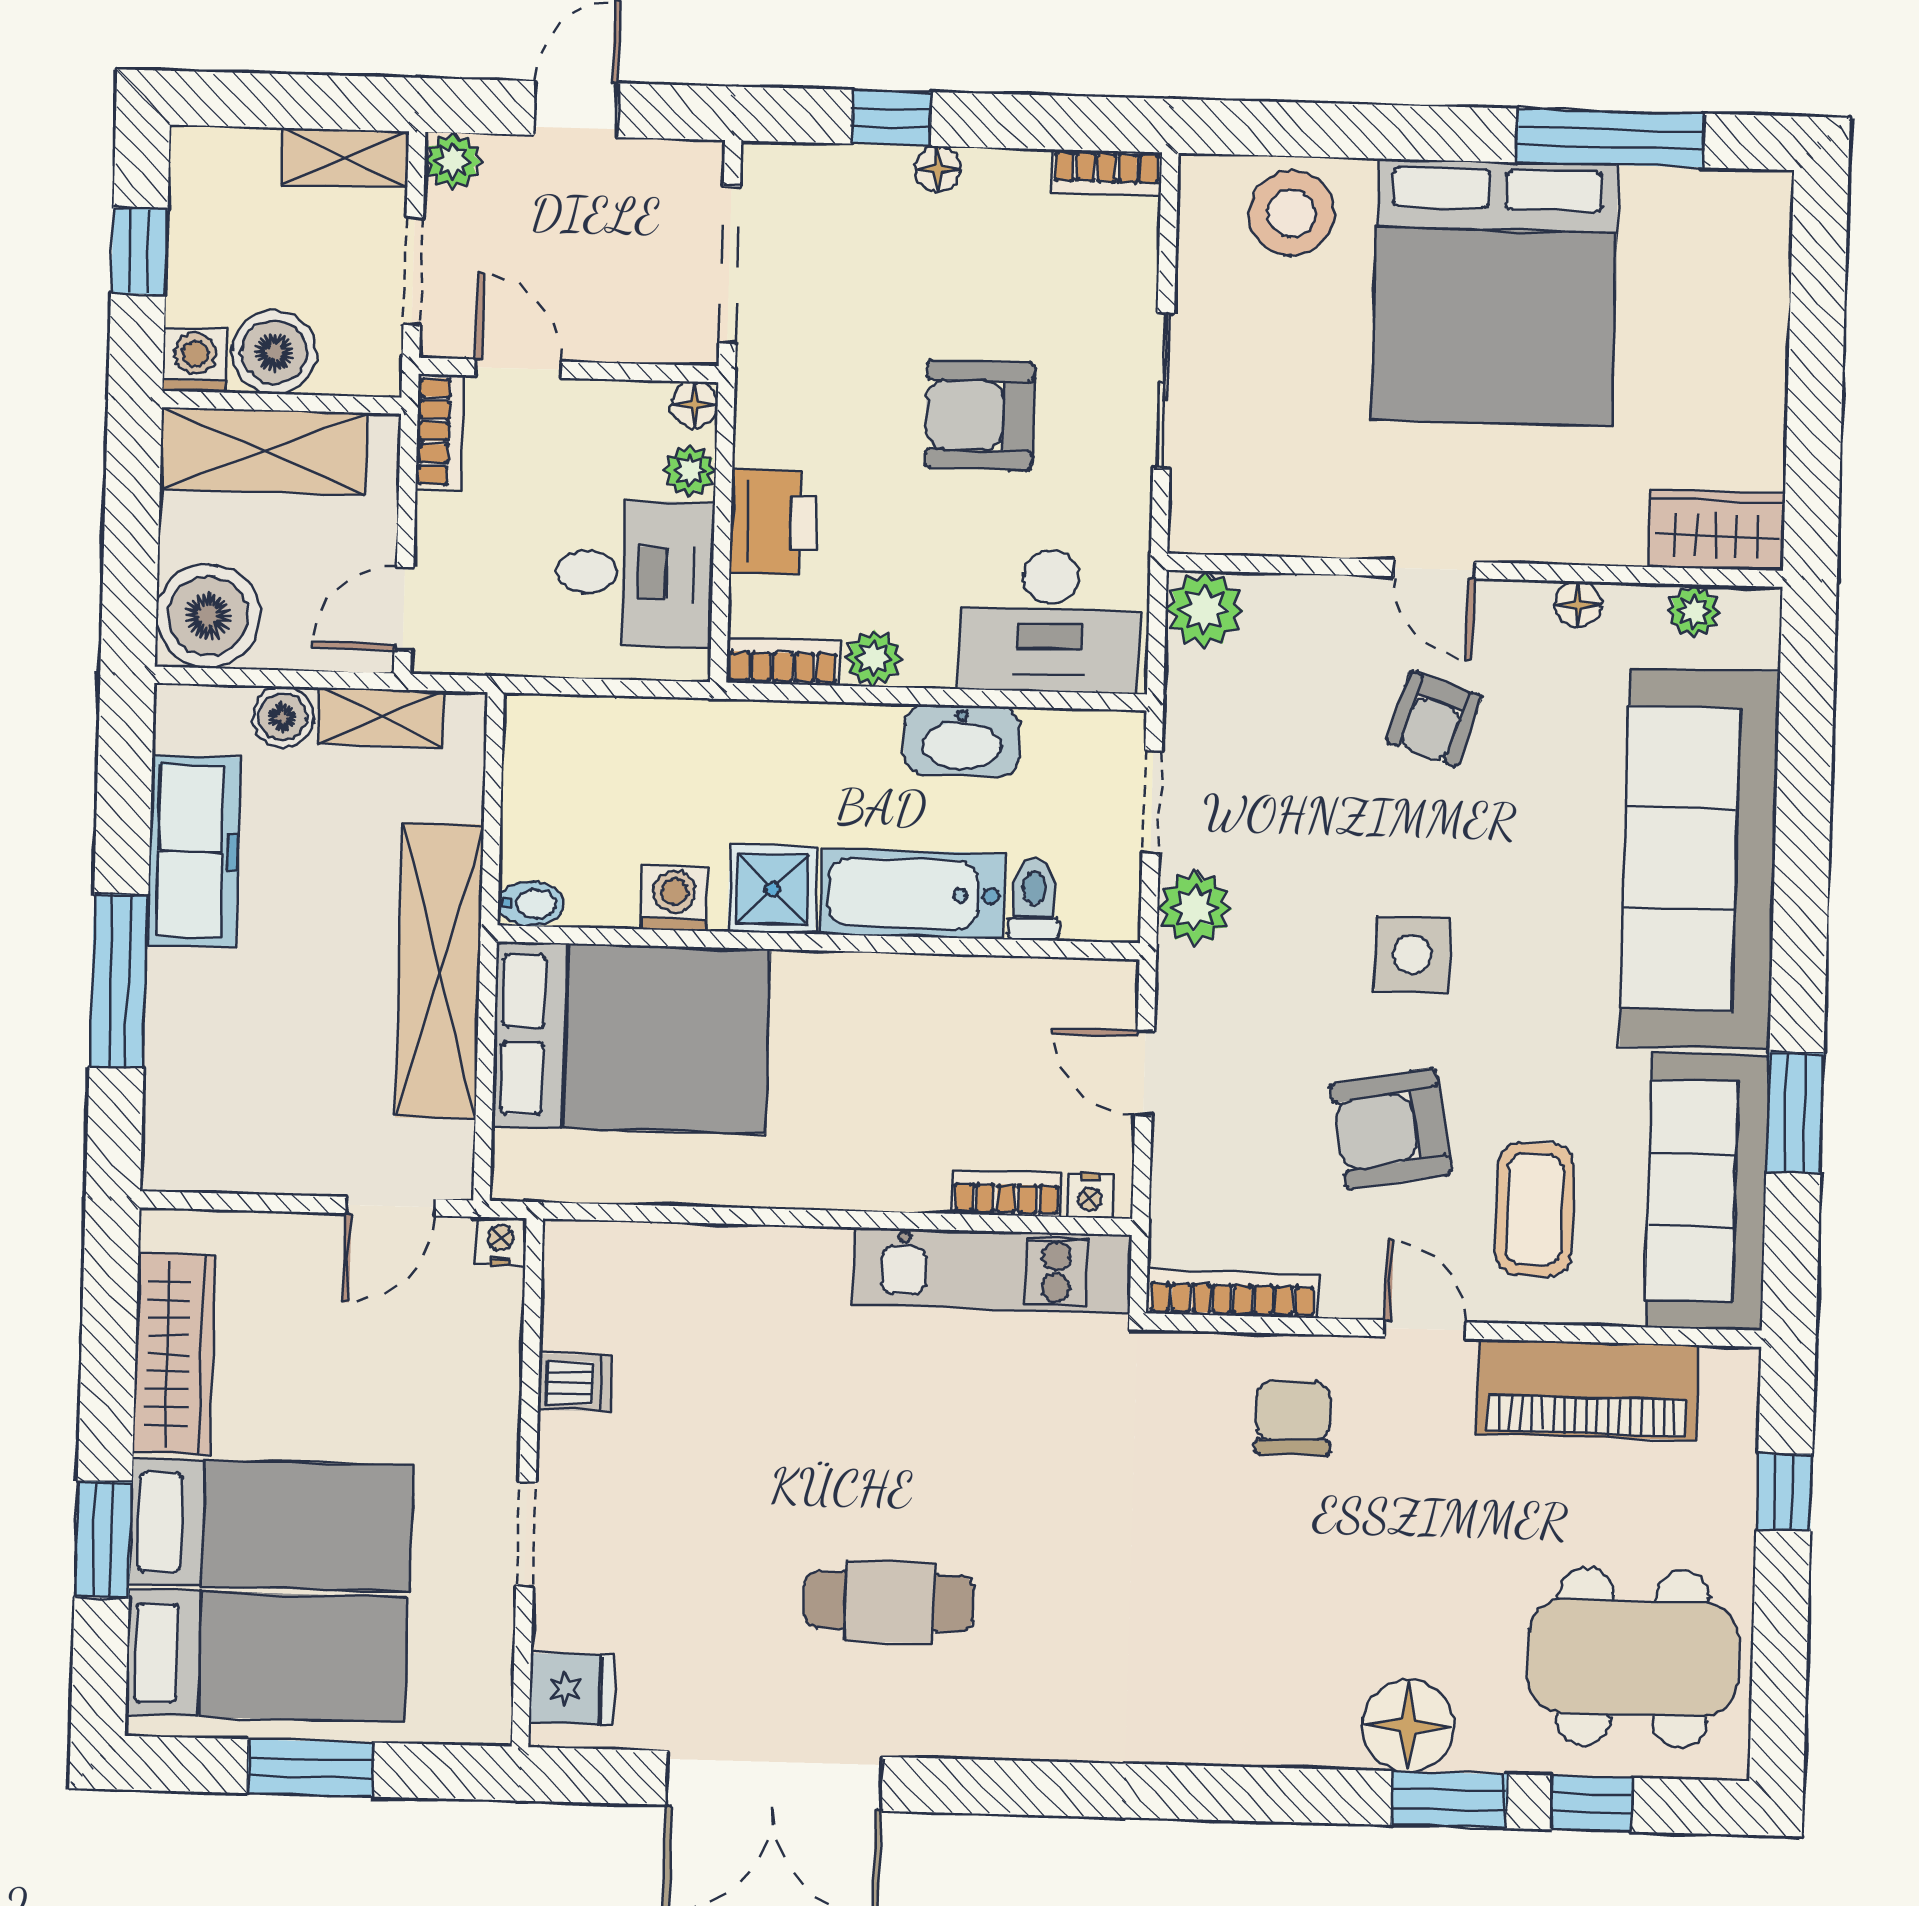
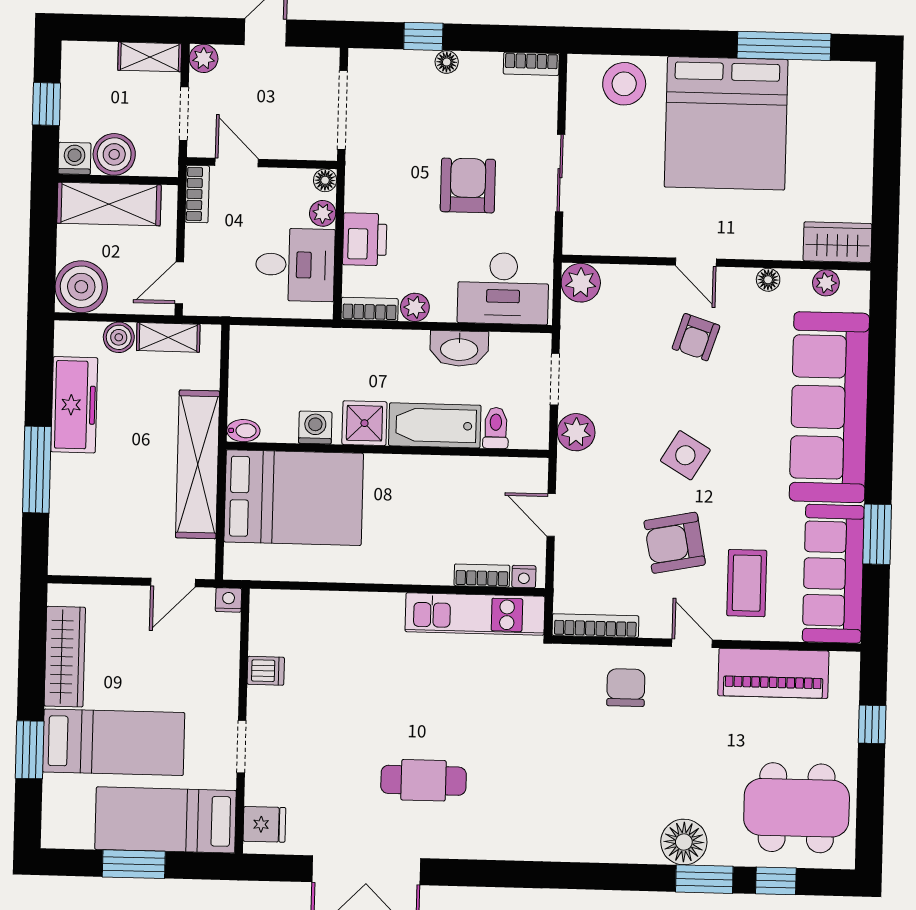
armchair: (980, 415) -> (468, 185), turned 90
side table: (1412, 954) -> (685, 455), turned 31
bed: (266, 1656) -> (166, 820), moved, turned 180

